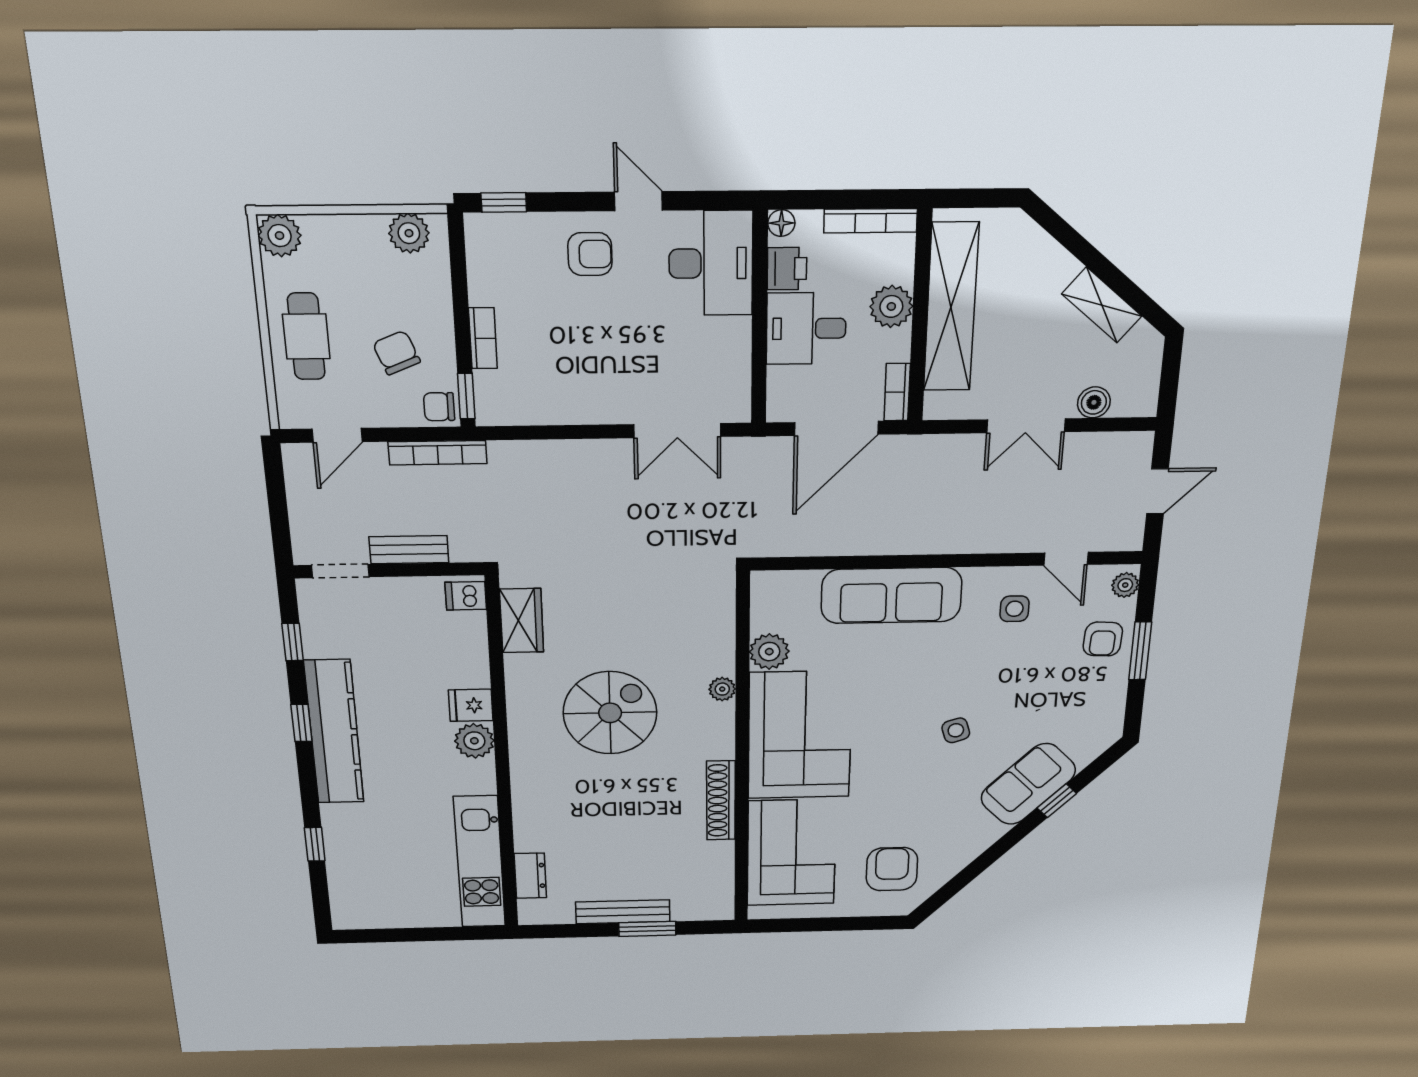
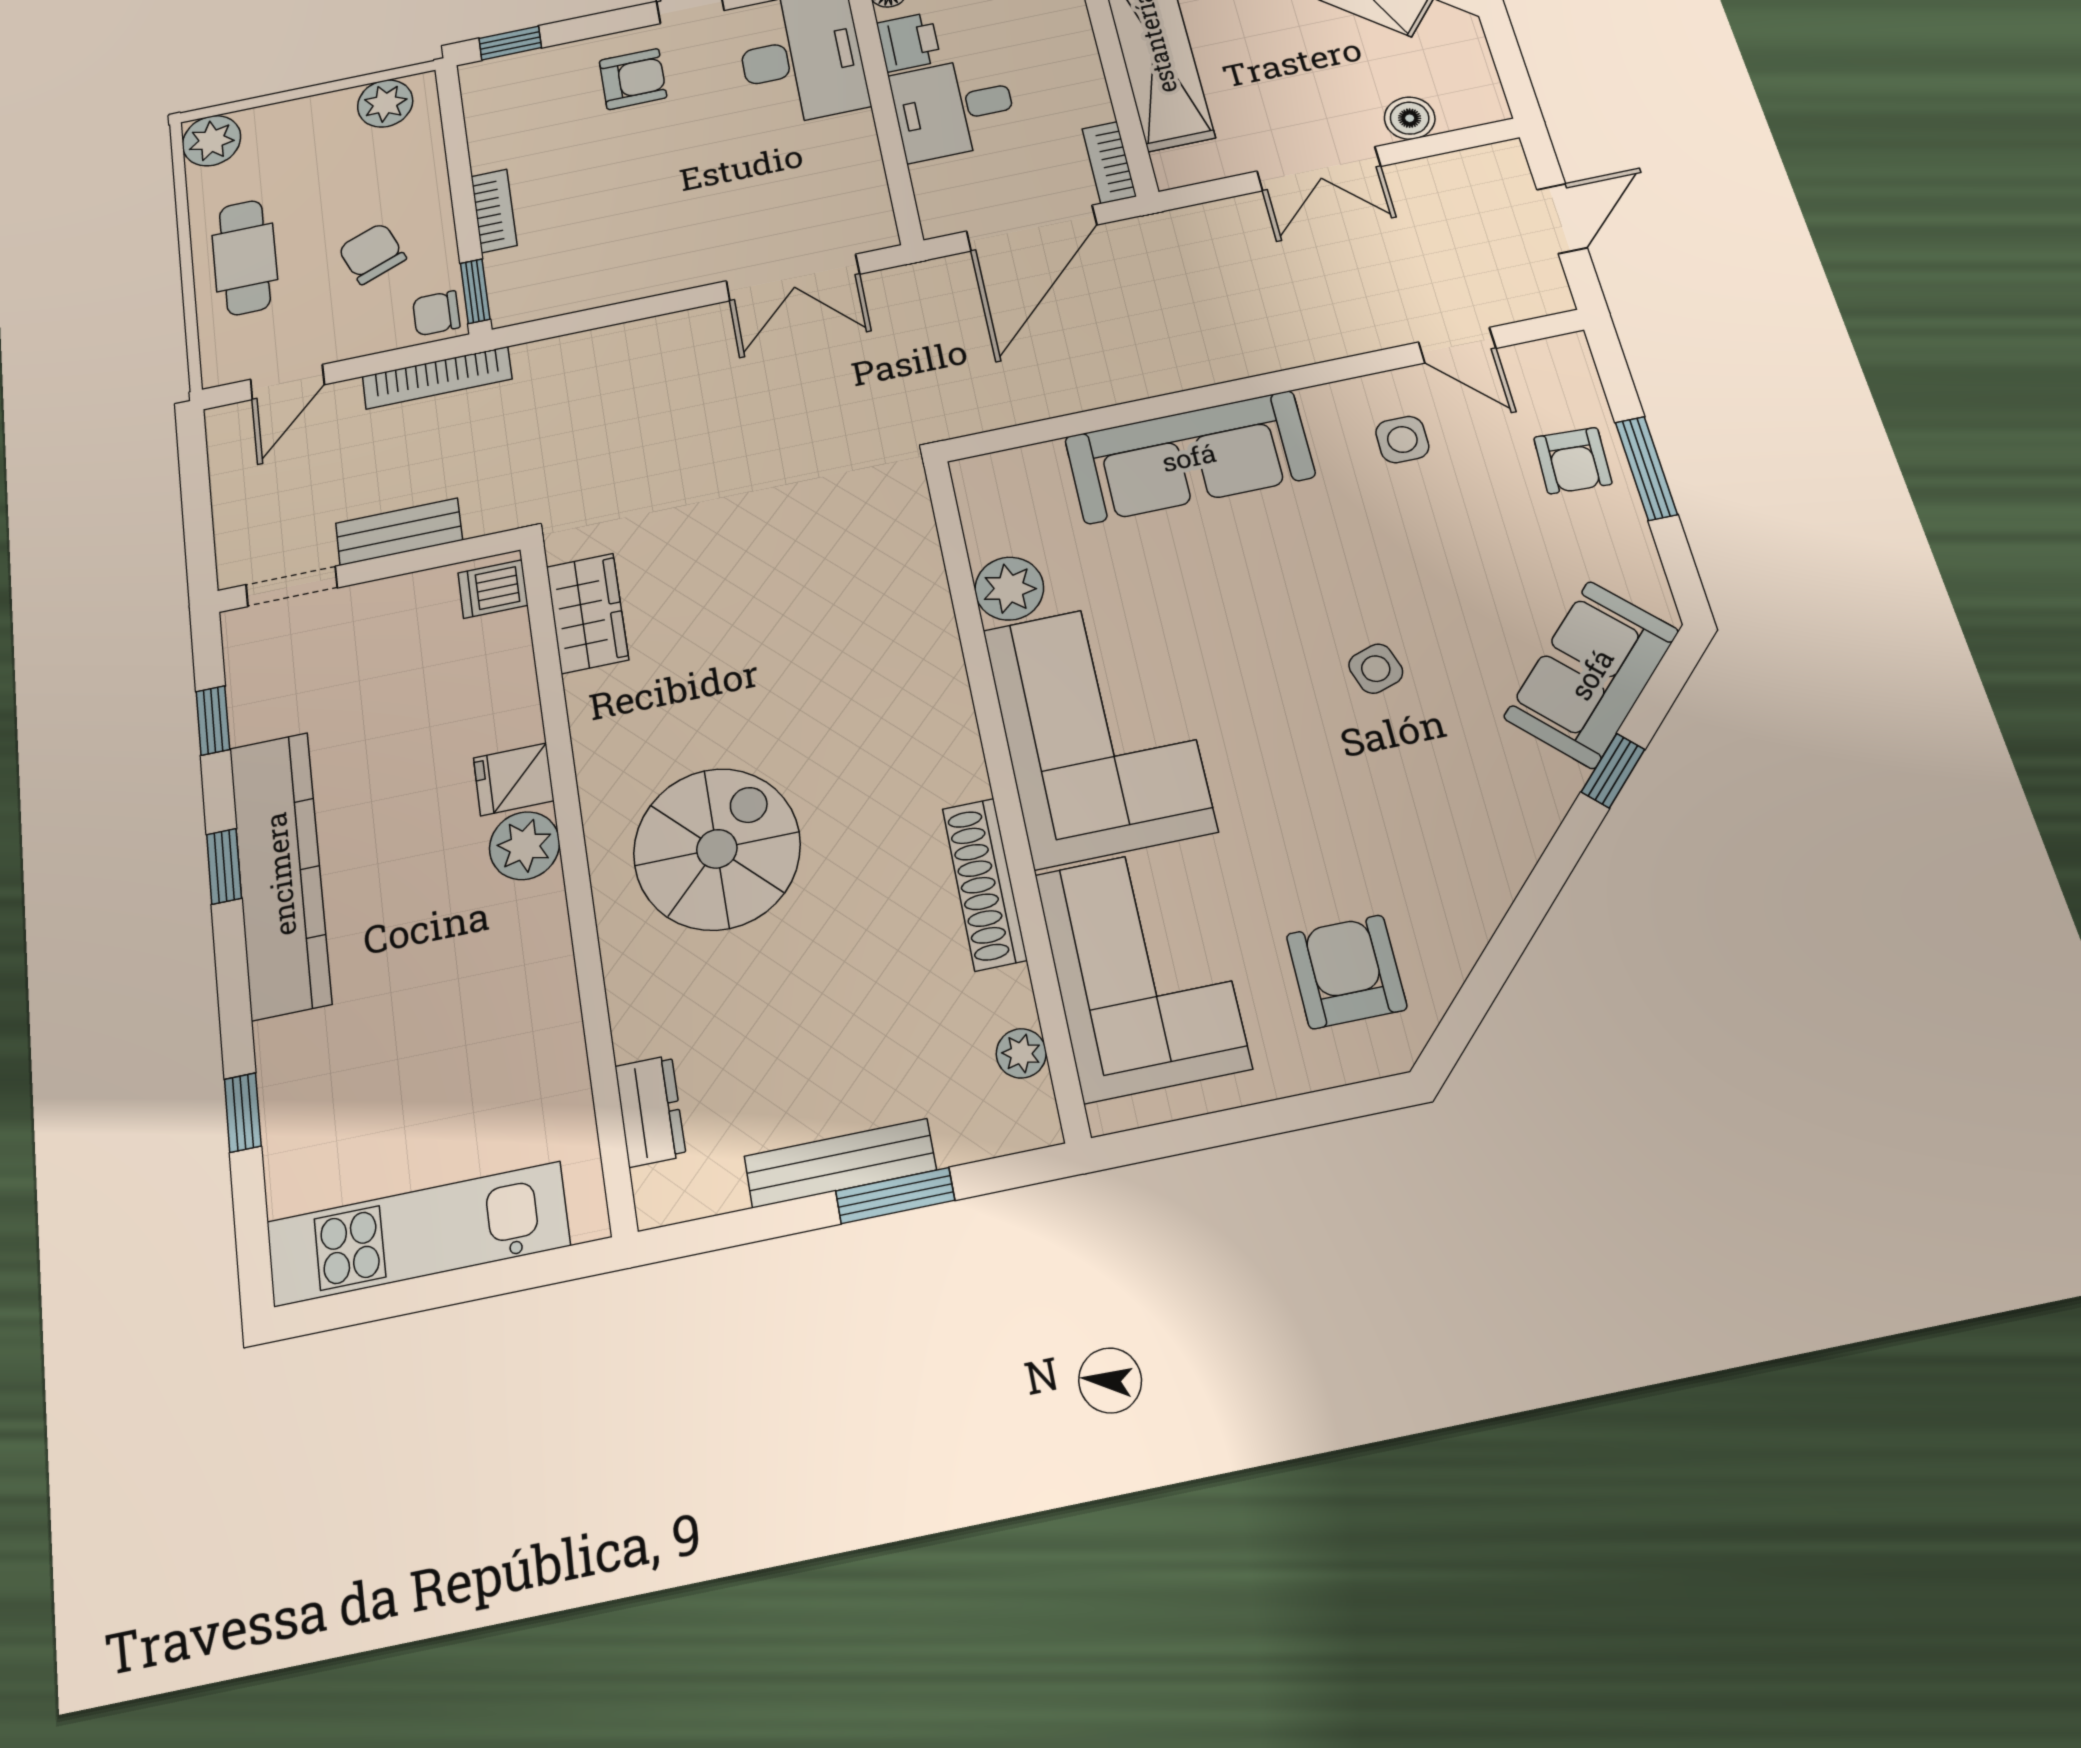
plant: (891, 306) -> (1068, 58), removed
plant: (1125, 585) -> (1573, 367), removed
plant: (722, 689) -> (1021, 1053), moved
spiral stairs: (610, 713) -> (717, 849), moved
sofa: (1028, 784) -> (1591, 674), moved
kitchen unit: (480, 862) -> (418, 1234), moved, turned 90

